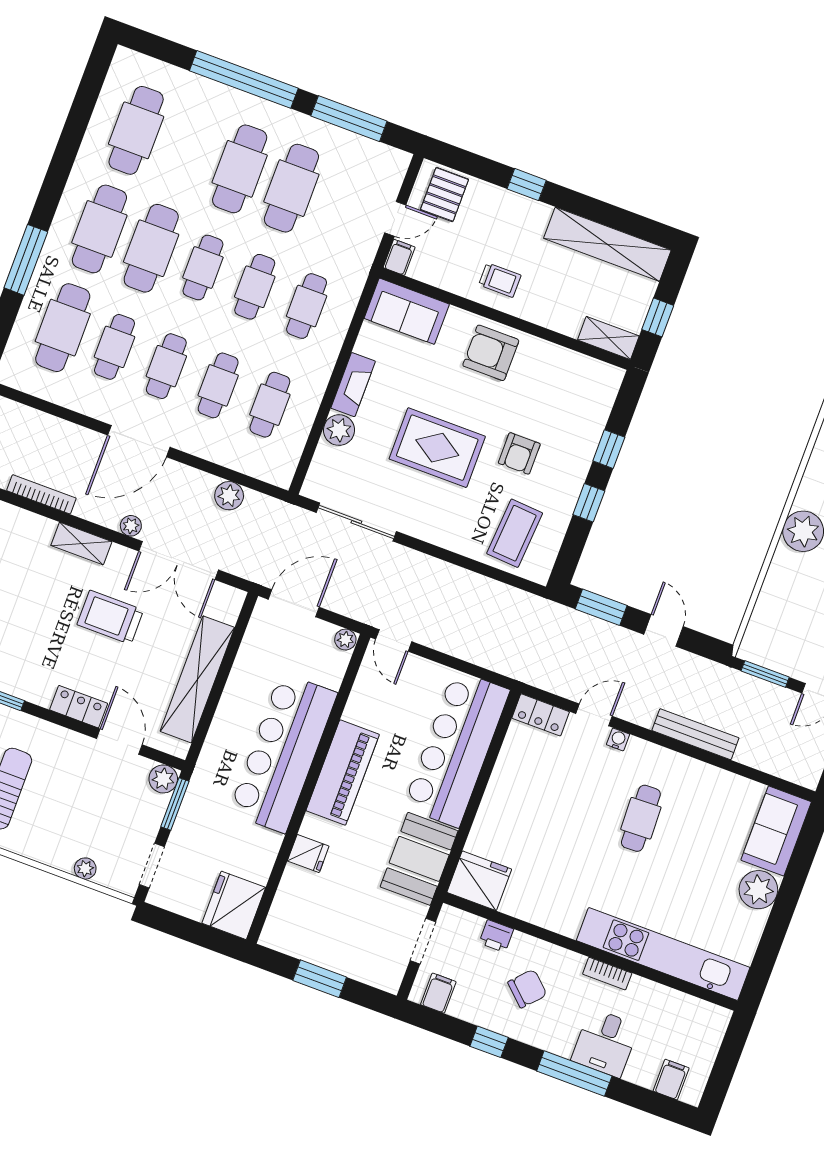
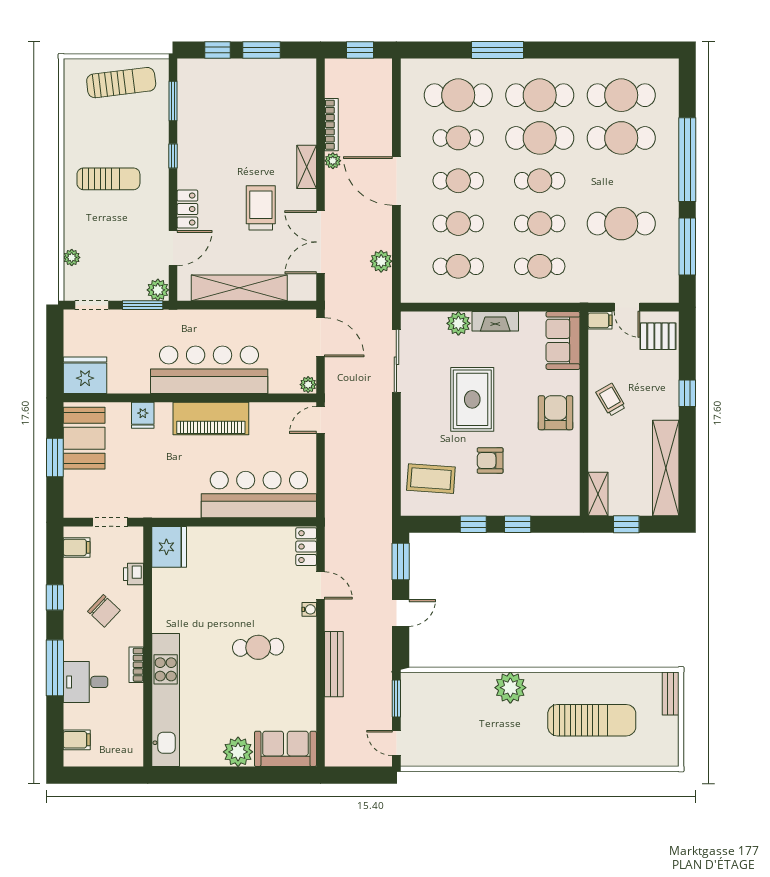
cafe table: (240, 169) -> (621, 138), moved
trolley: (500, 280) -> (611, 400), turned 150
plant: (131, 526) -> (333, 161), moved
booth: (419, 859) -> (84, 438), moved, turned 90

